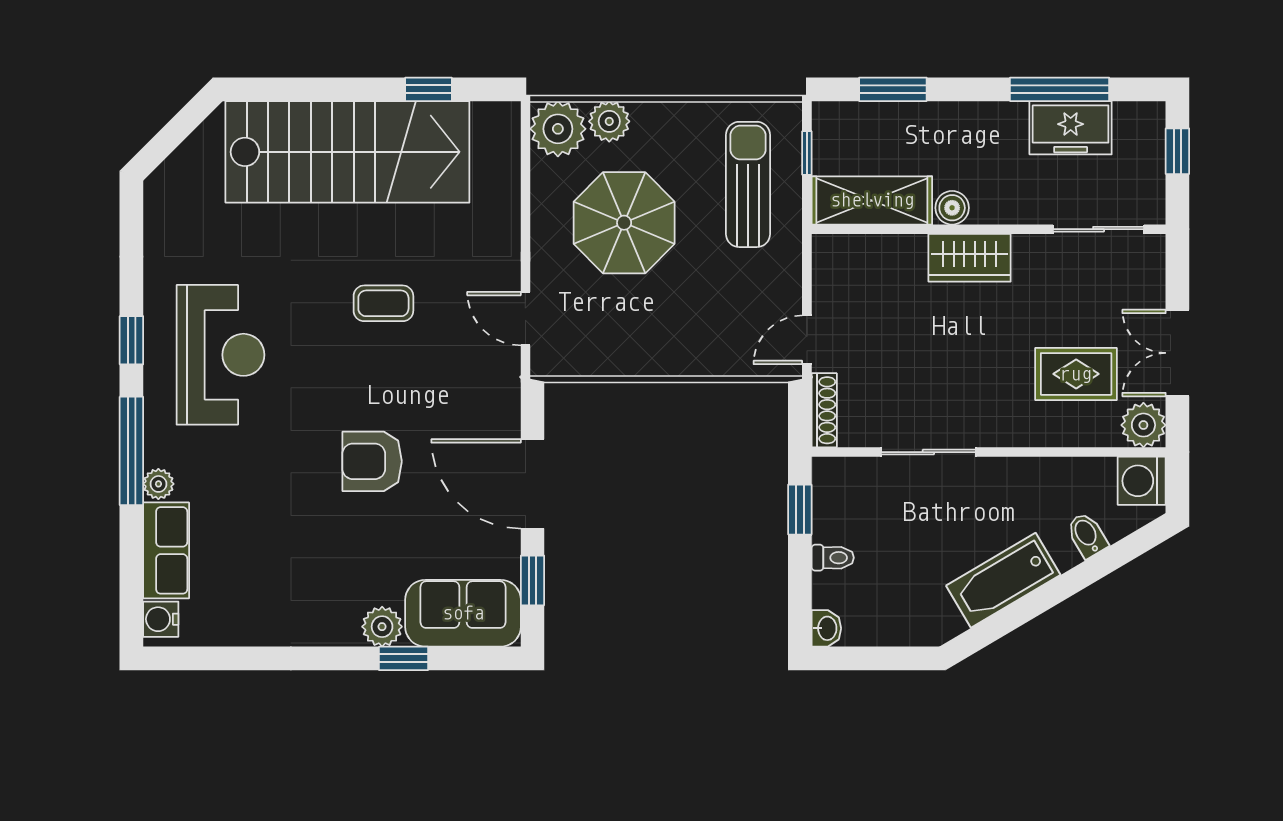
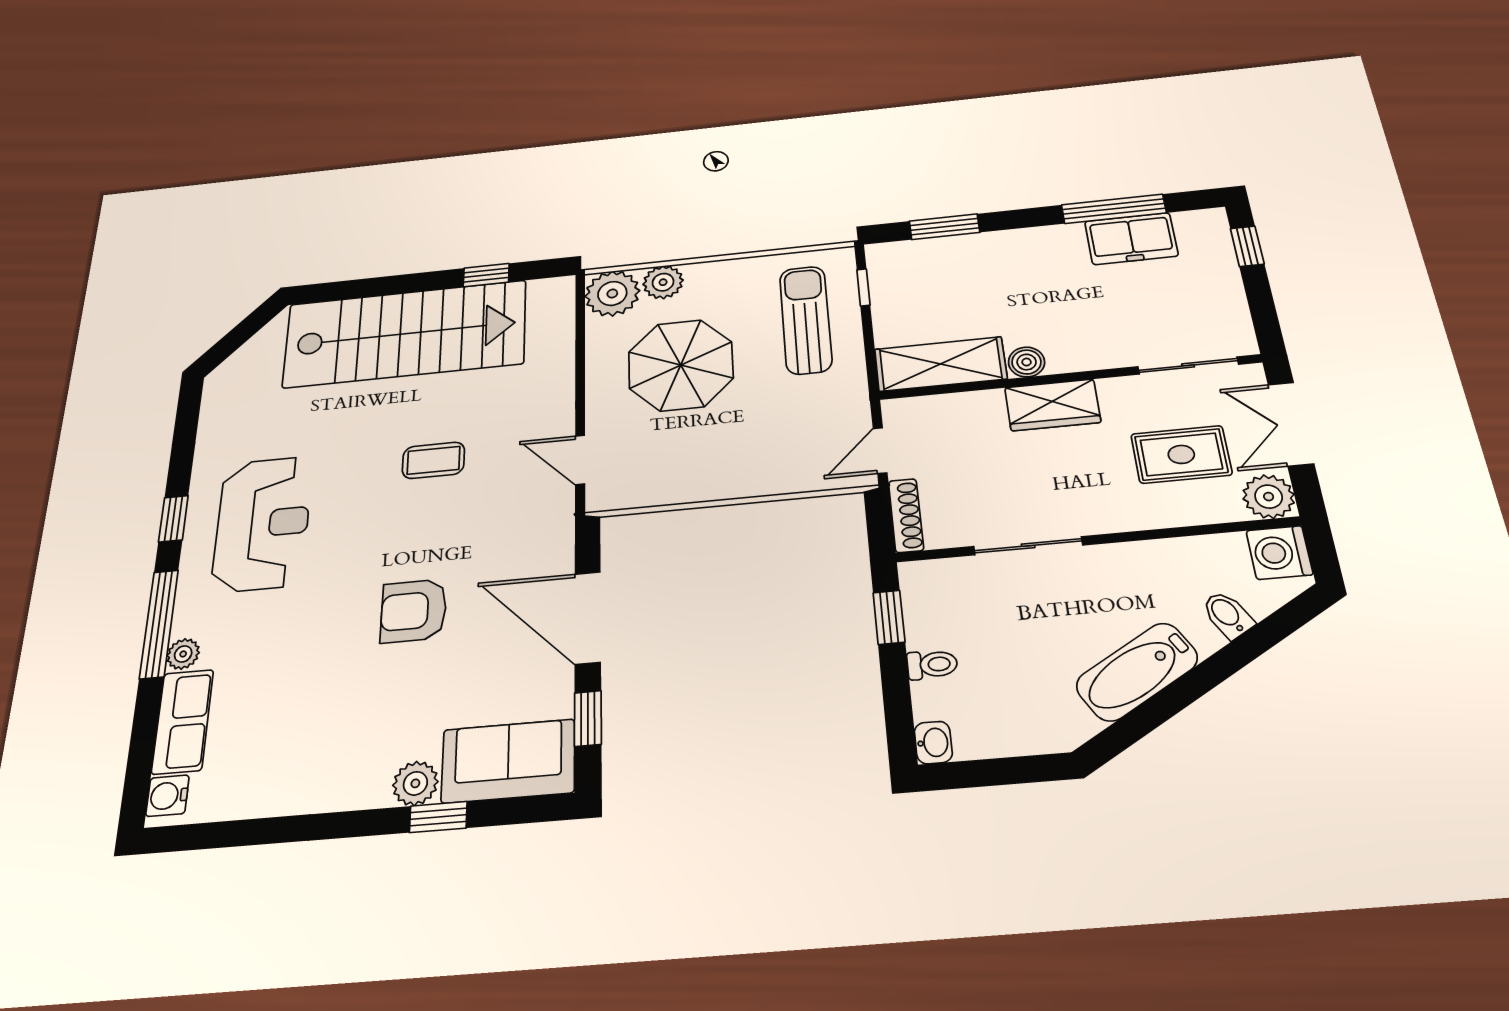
shelving: (872, 200) -> (940, 364), moved
boiler: (952, 208) -> (1027, 362), moved
wall: (989, 229) -> (1069, 377), moved
sliding door: (1099, 229) -> (1188, 365), moved
wardrobe: (970, 258) -> (1053, 405), moved

